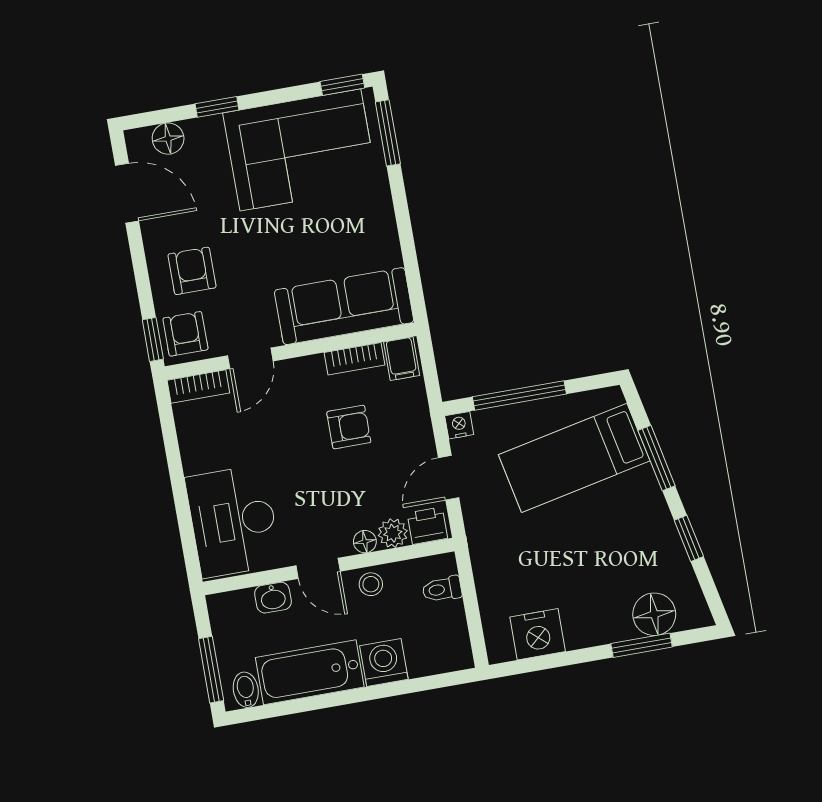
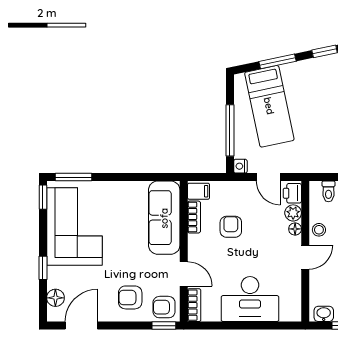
desk: (233, 521) -> (250, 299), moved
washbasin: (273, 598) -> (324, 314), moved, turned -90

